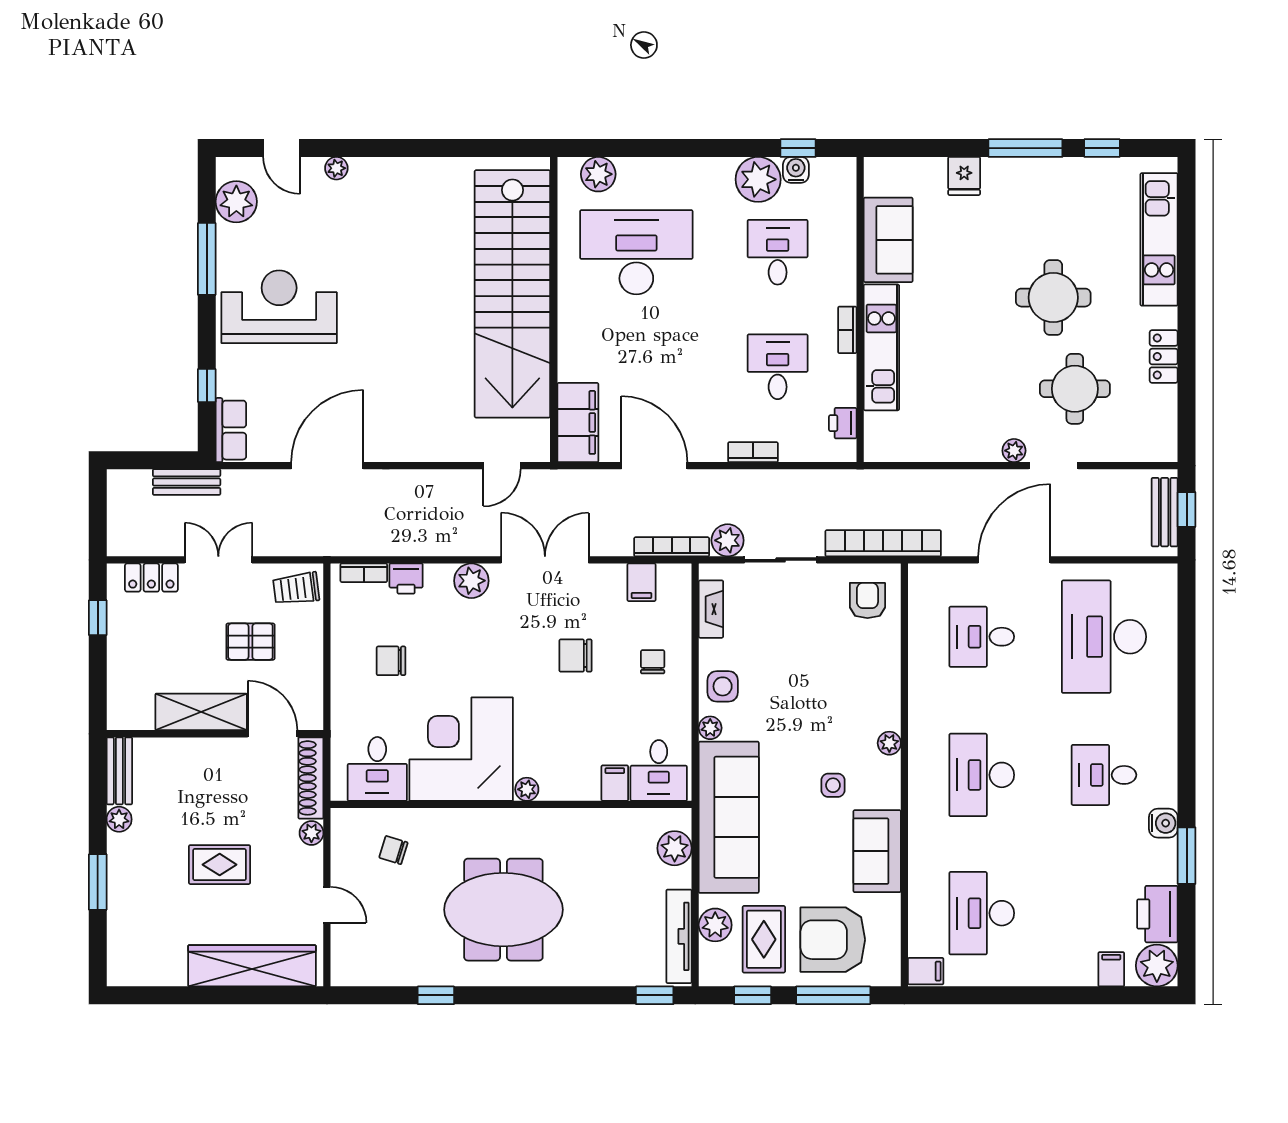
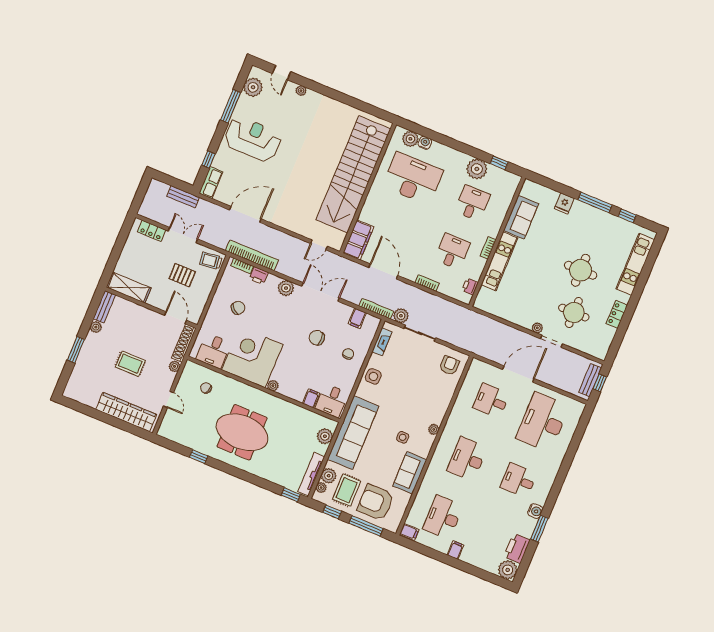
water cooler: (796, 170) -> (425, 143), moved
bookcase: (883, 543) -> (252, 255), moved
window: (98, 618) -> (122, 238), removed
chair: (391, 661) -> (238, 308), turned 131
shelving: (201, 712) -> (129, 288), moved
plant: (710, 728) -> (321, 488), moved
filing cabinet: (1111, 969) -> (455, 550), moved

